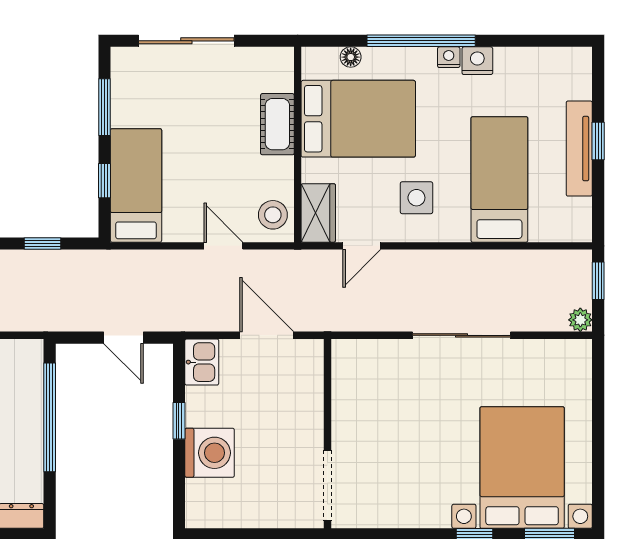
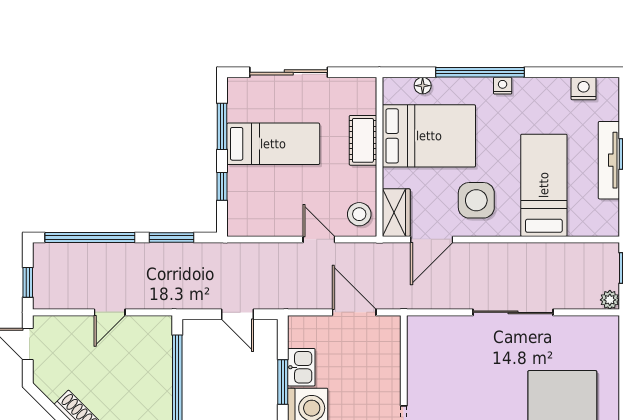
nightstand: (477, 61) -> (584, 89), moved
bed: (136, 185) -> (273, 144), moved, turned 90
side table: (416, 198) -> (476, 200), width x1.37, depth x1.37
window: (42, 243) -> (171, 238), width x1.50
door: (362, 246) -> (432, 239), width x1.38
kitchen sink: (202, 362) -> (301, 367), moved
window: (179, 421) -> (283, 382), width x1.50

